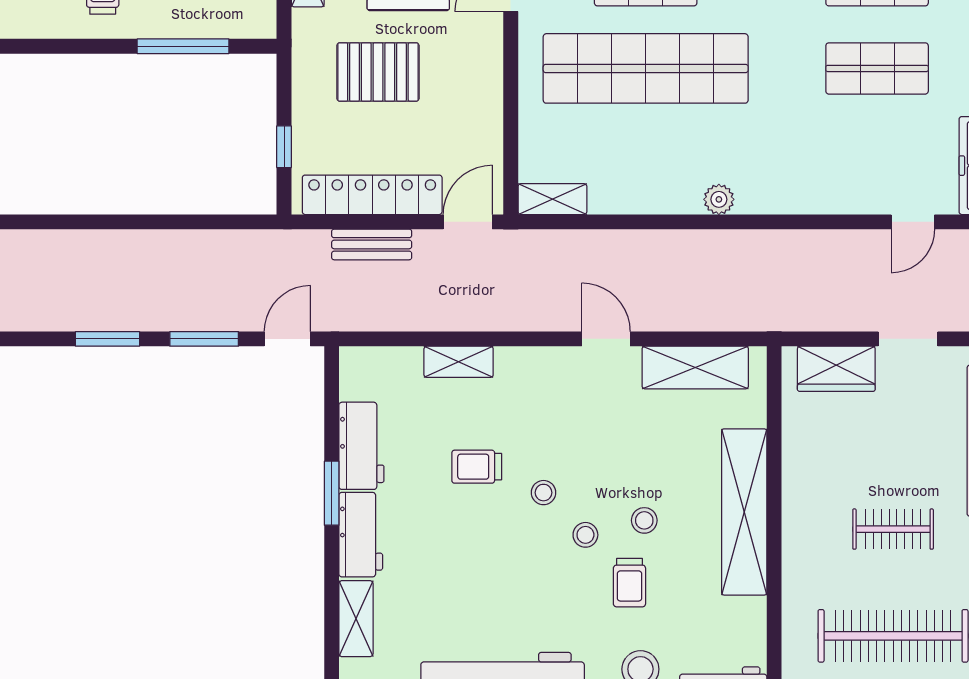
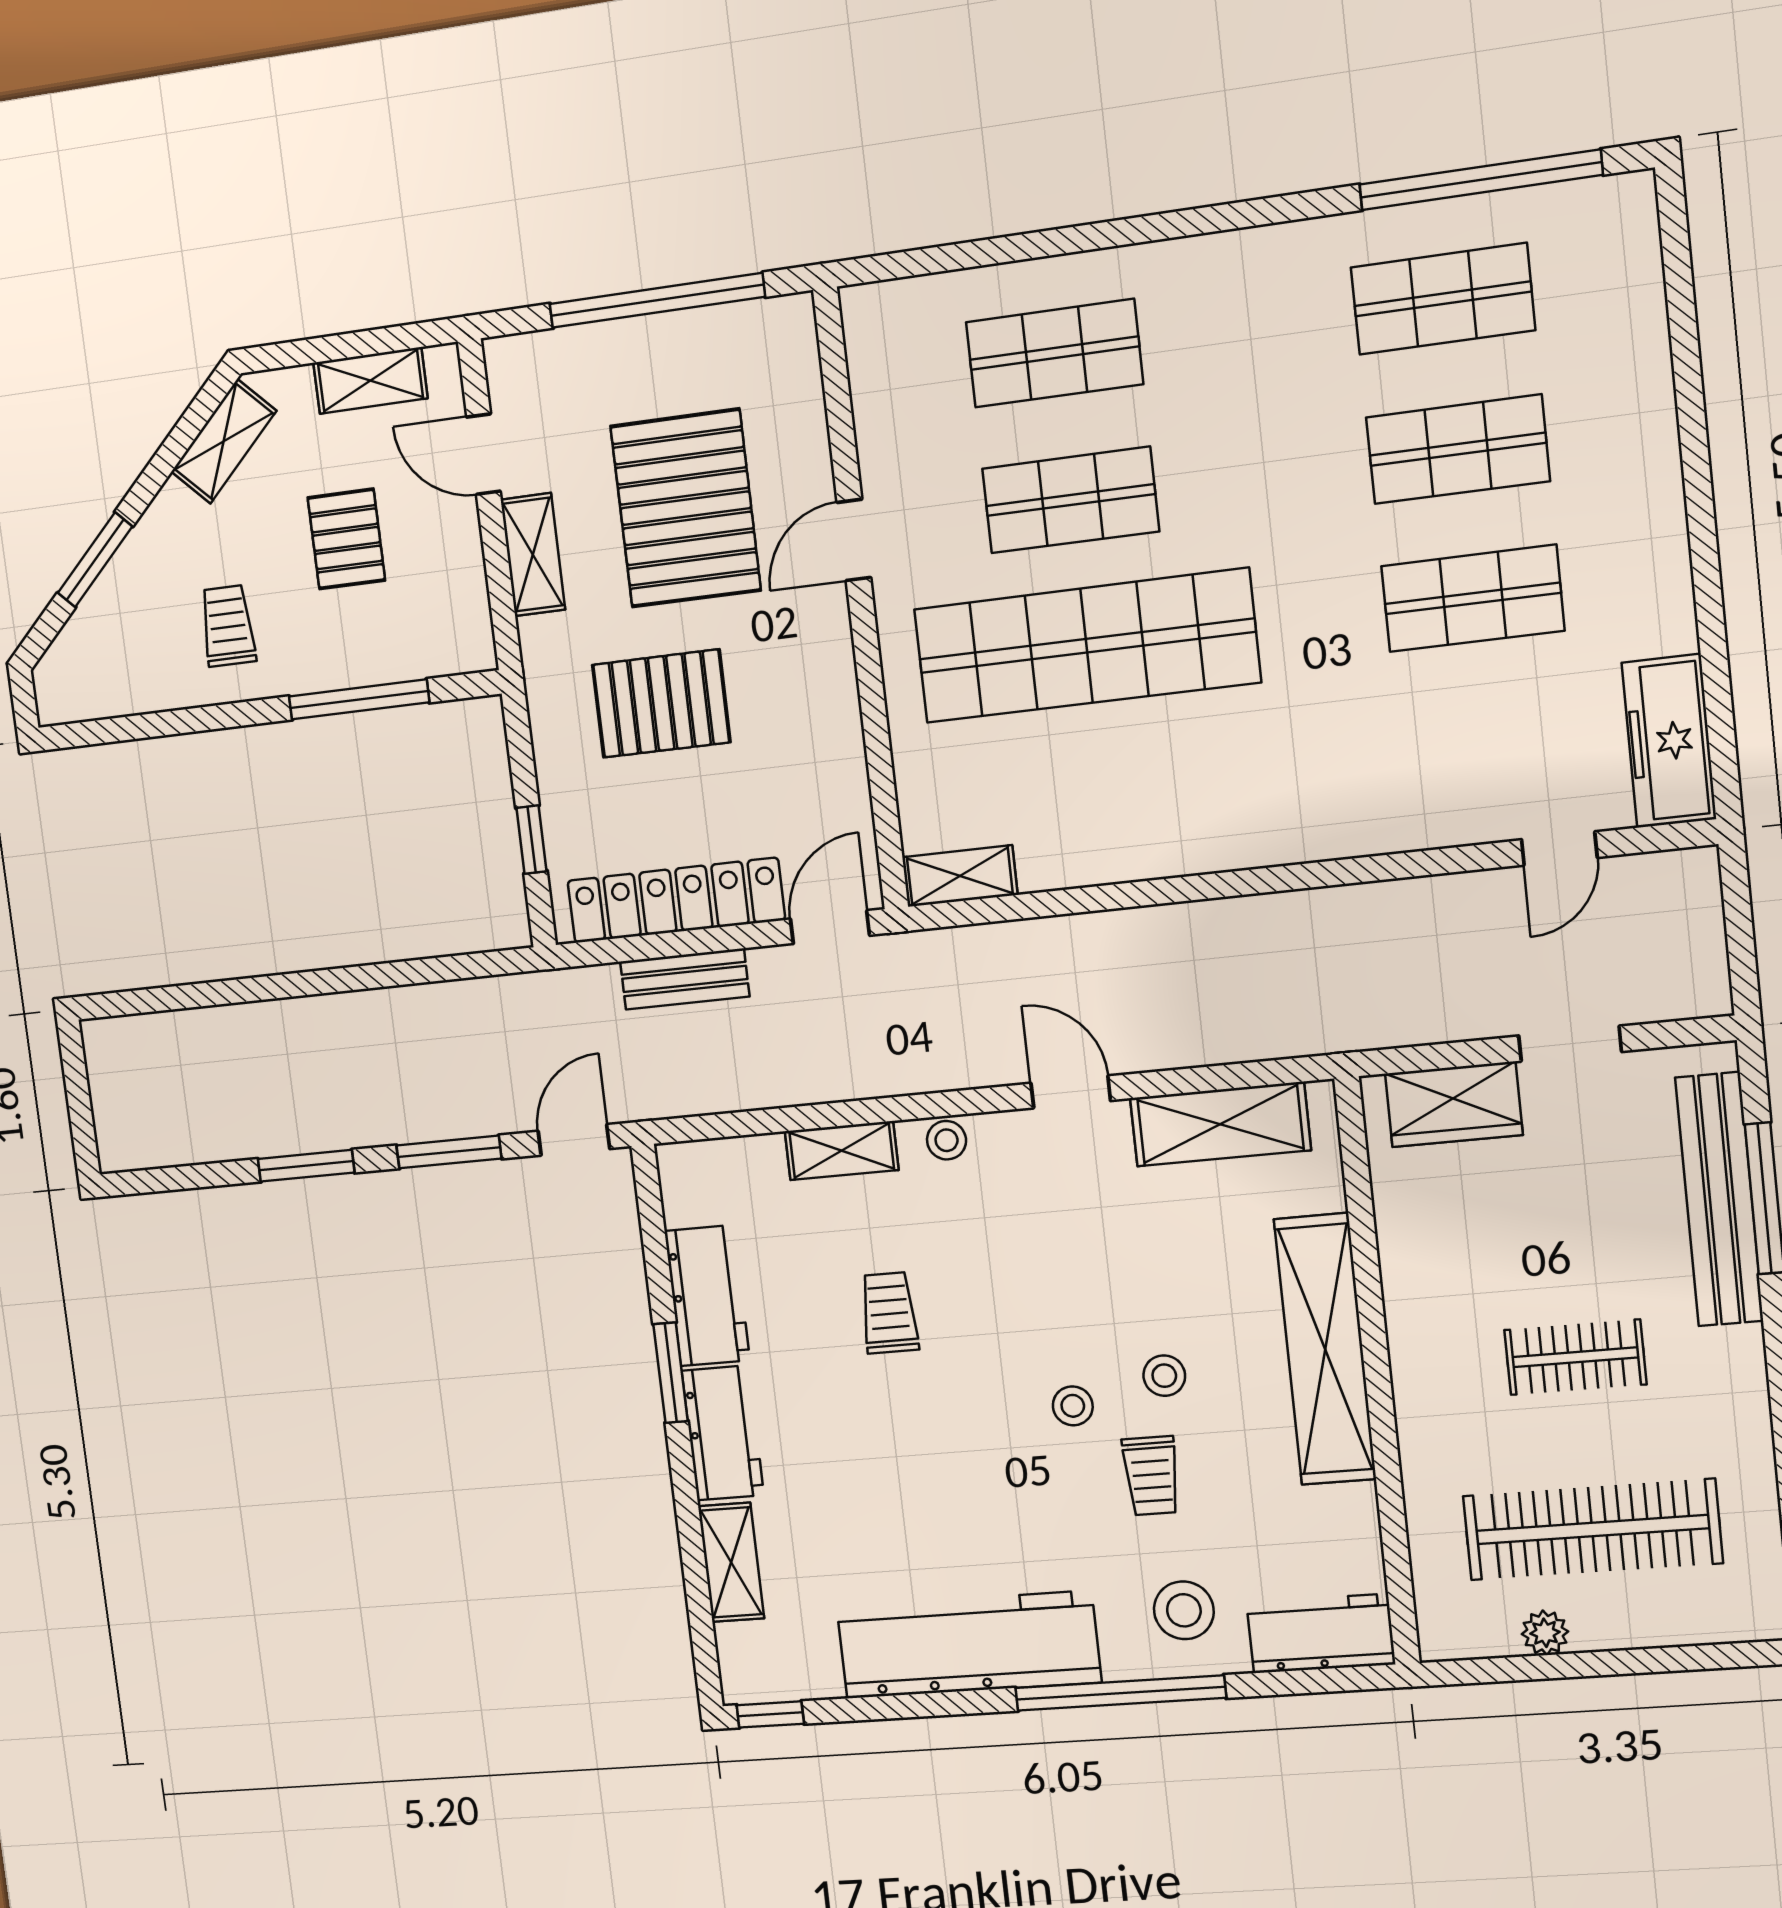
plant: (719, 199) -> (1230, 847), removed
trolley: (477, 467) -> (889, 1313), turned 90
stool: (543, 493) -> (947, 1140), moved

